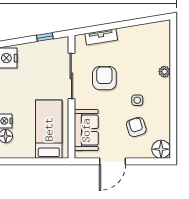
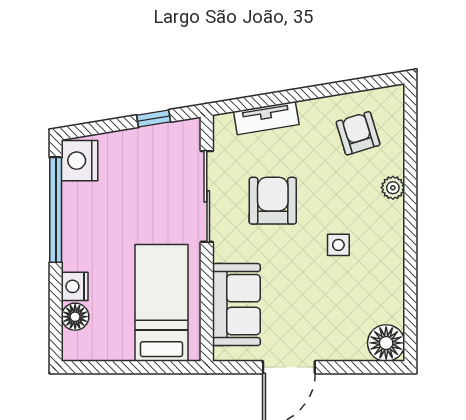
armchair: (136, 127) -> (358, 133), moved

